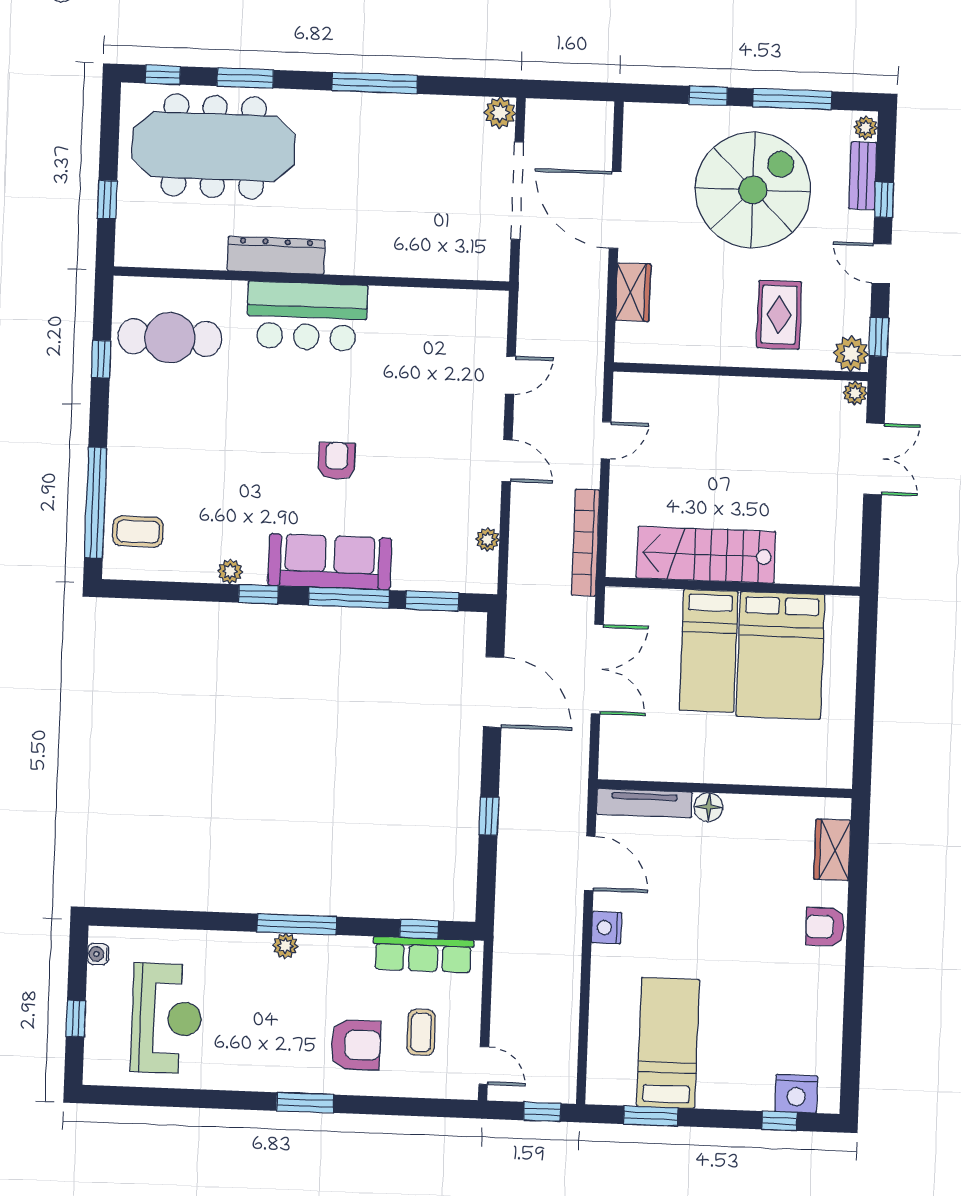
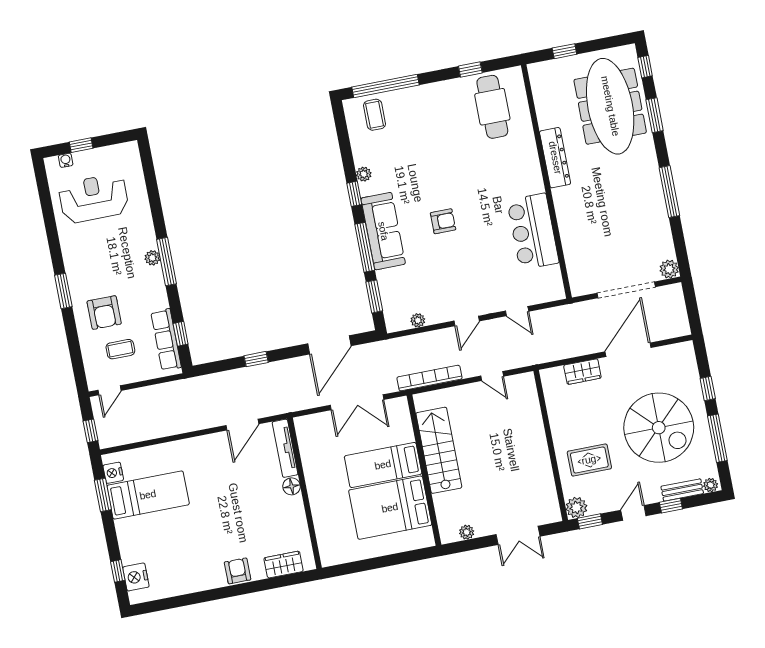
bar counter: (307, 316) -> (533, 232), moved
plant: (855, 393) -> (467, 532), moved
nightstand: (607, 928) -> (113, 473), moved, turned -90
water cooler: (98, 954) -> (66, 160), moved
reception desk: (167, 1018) -> (94, 198), turned 180

